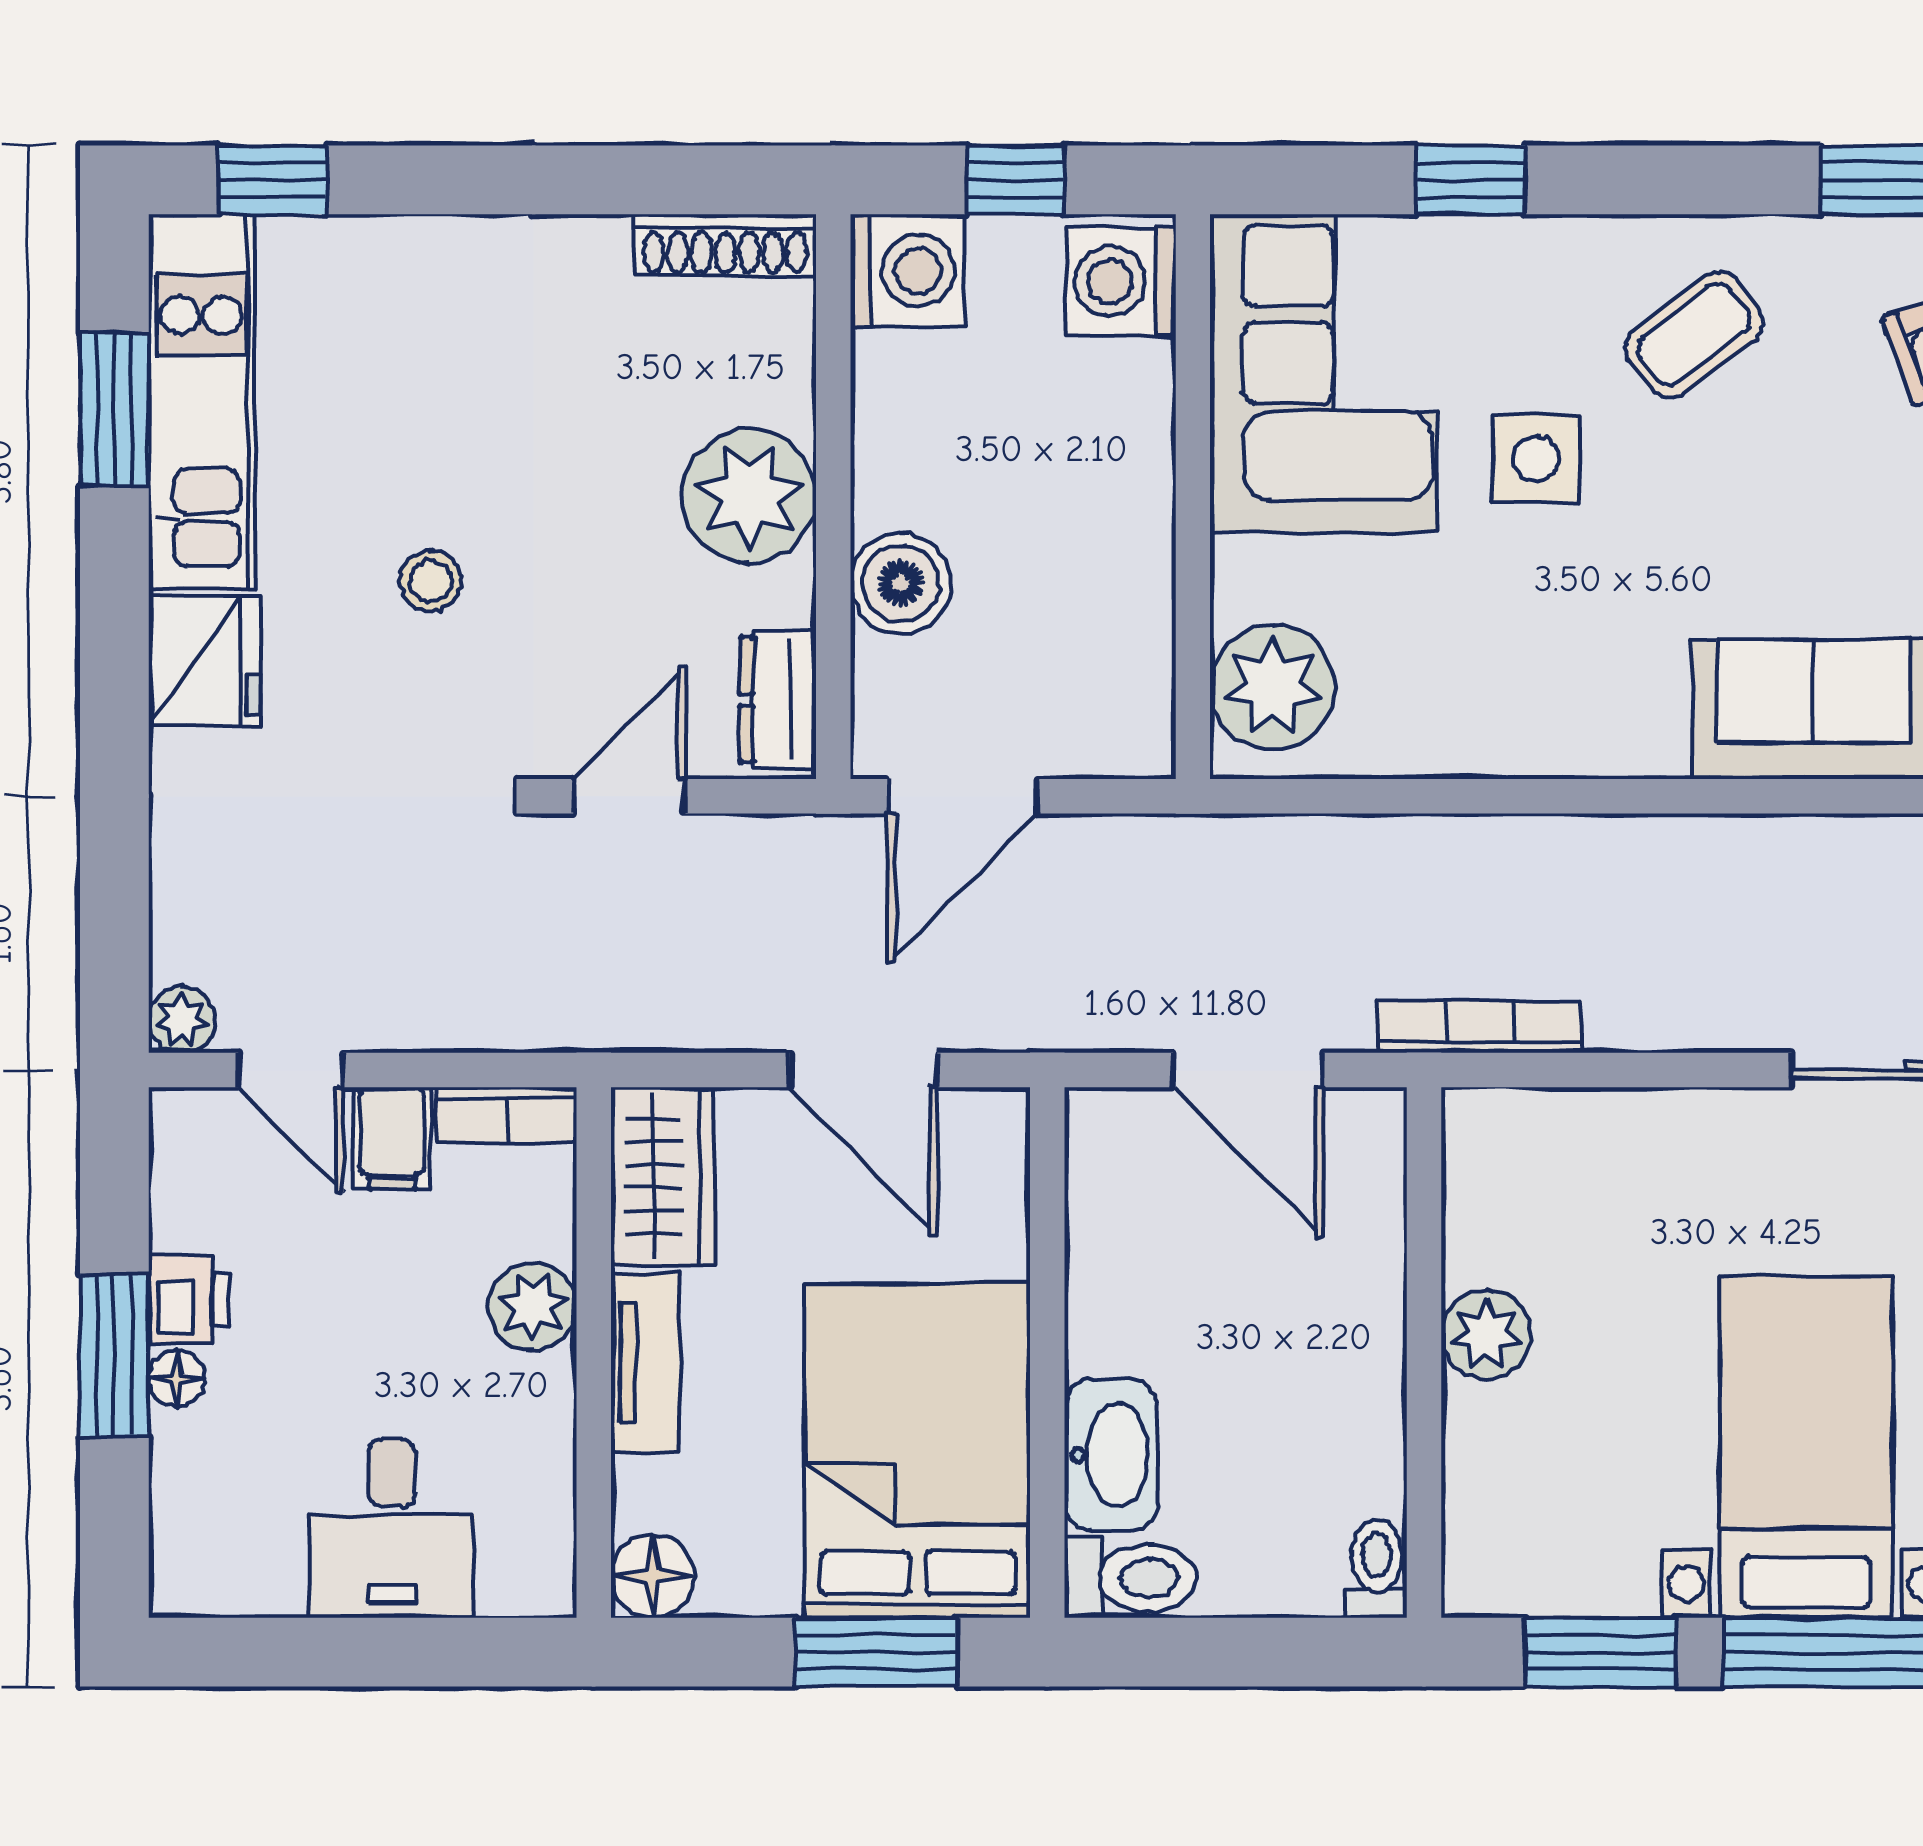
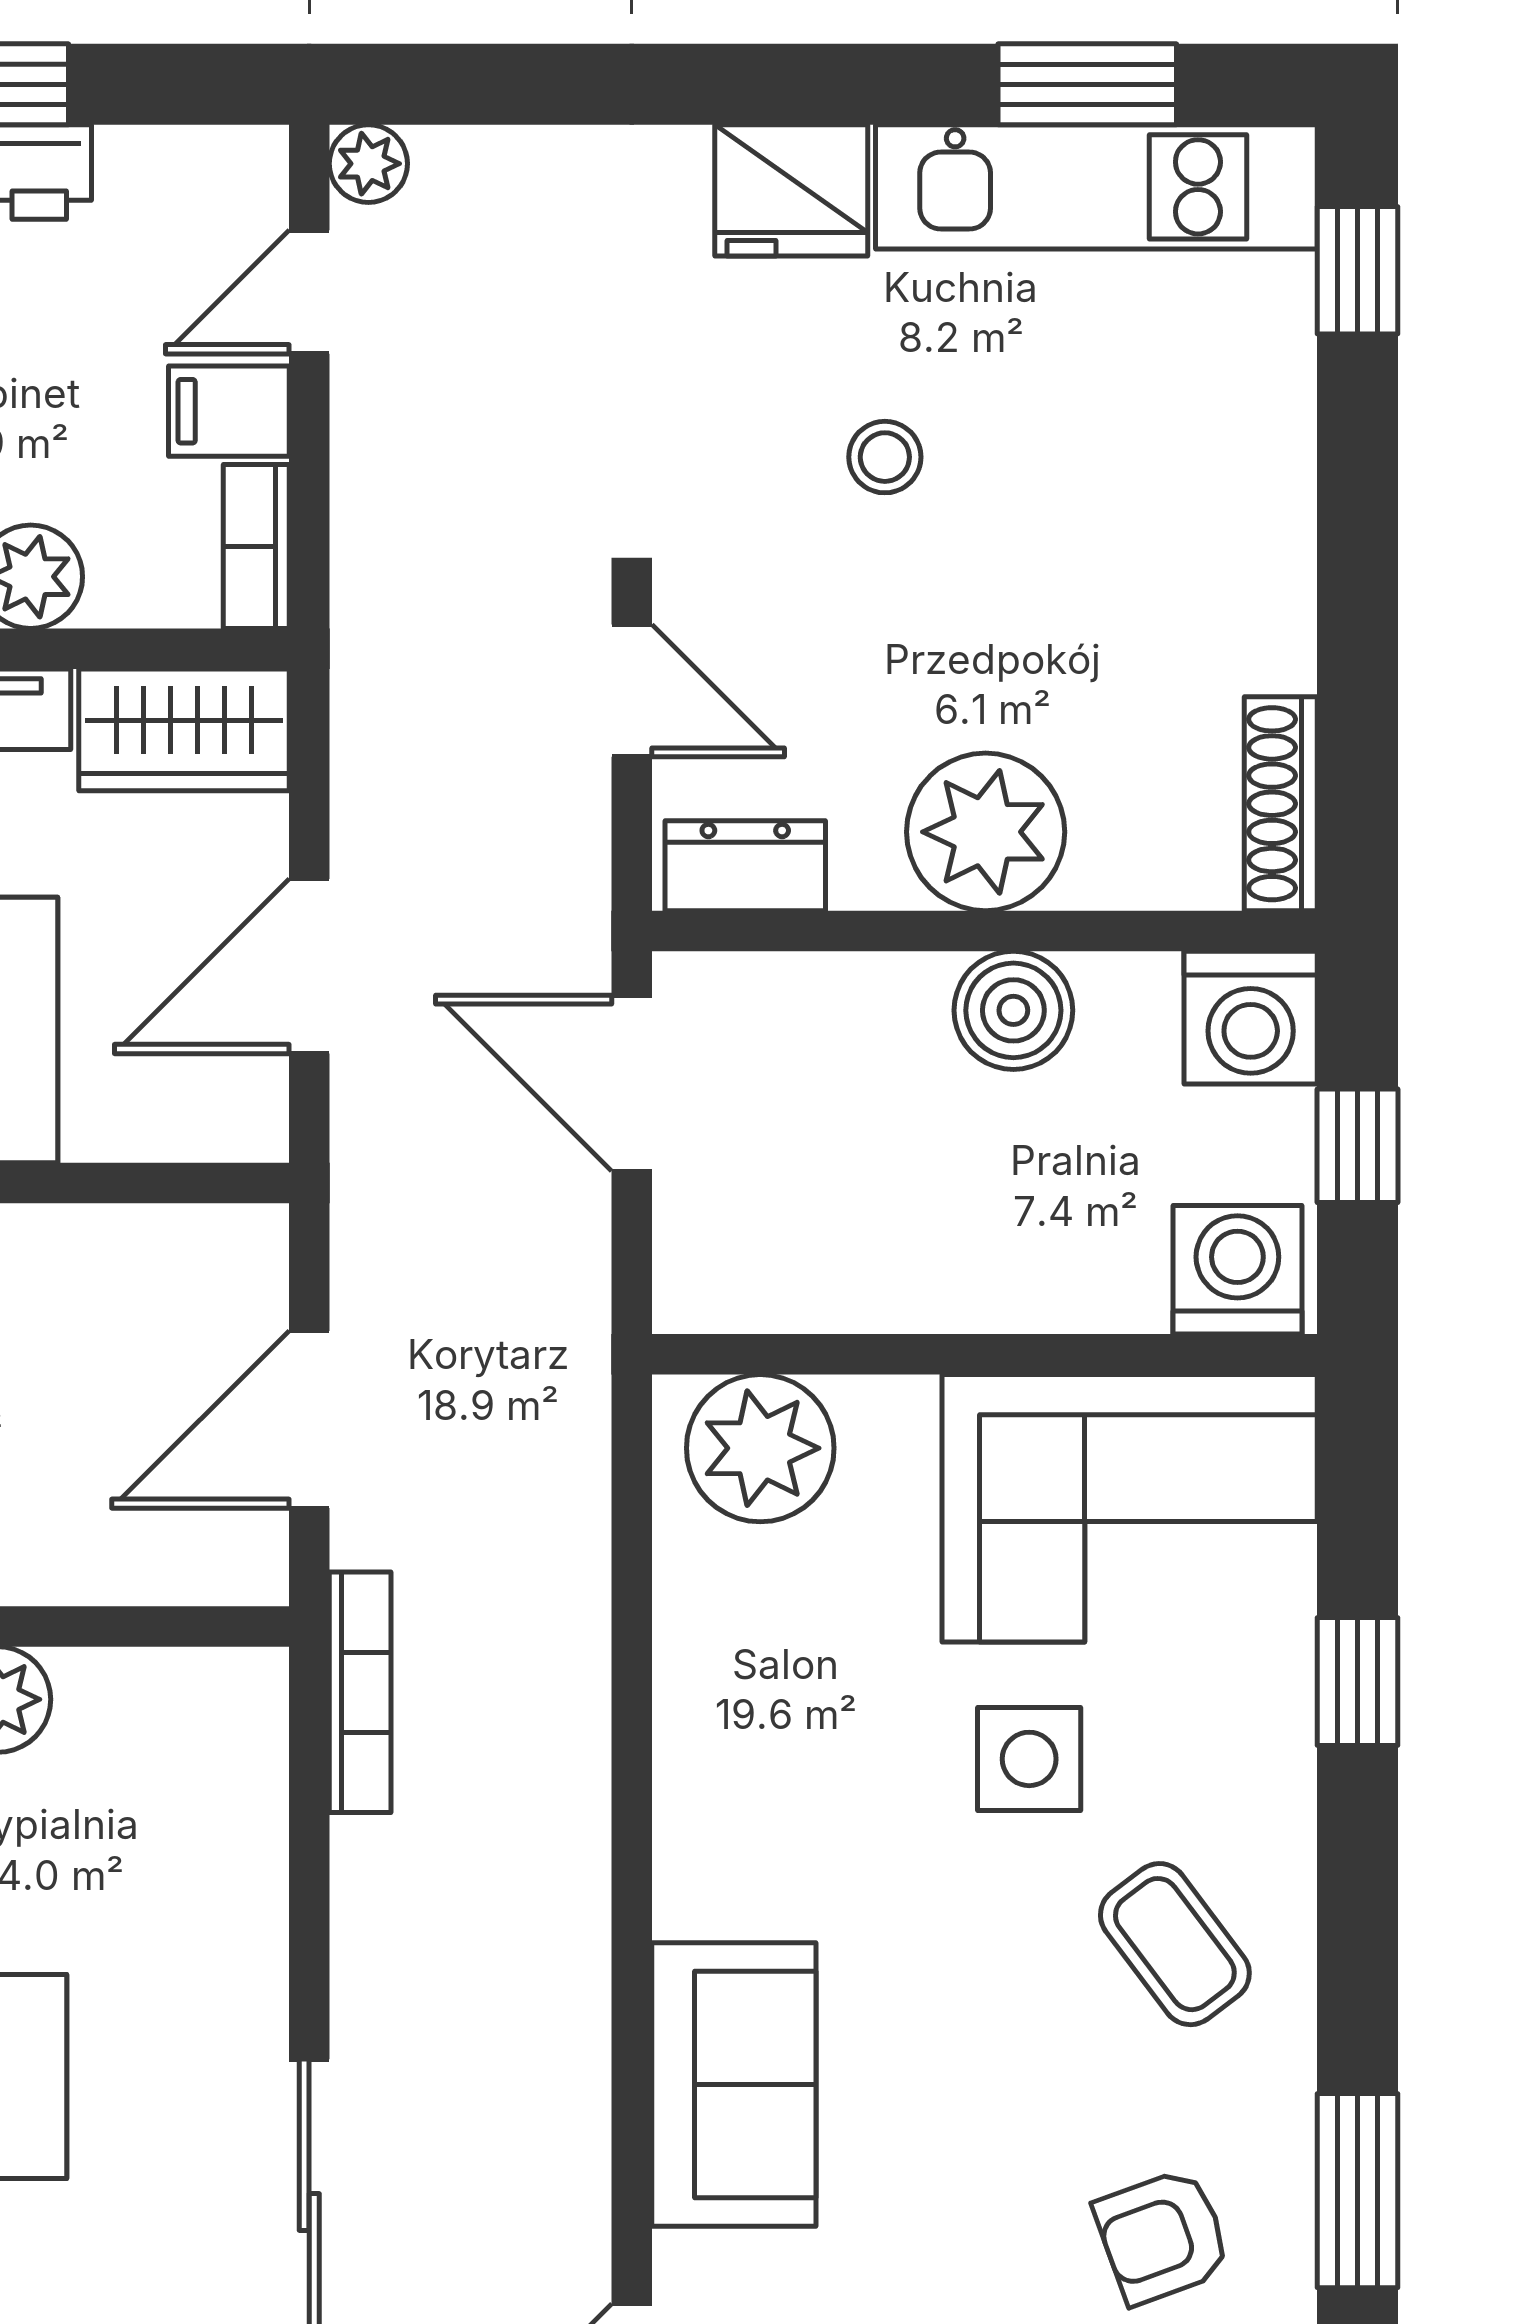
boiler: (901, 583) -> (1013, 1010), moved

